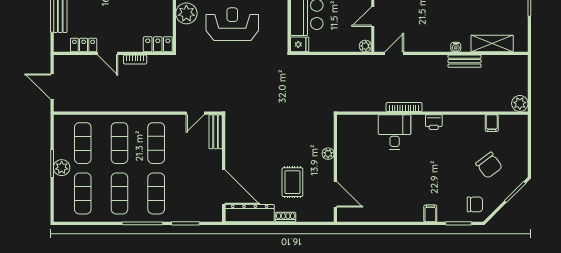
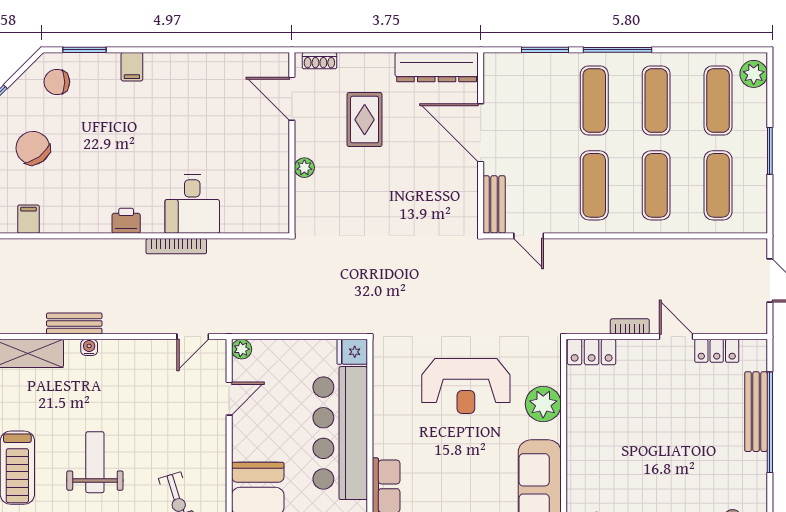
door: (195, 113) -> (529, 236), swing flipped
plant: (62, 168) -> (754, 74), moved
door: (224, 187) -> (481, 133), moved
shoe rack: (286, 217) -> (319, 61), moved

